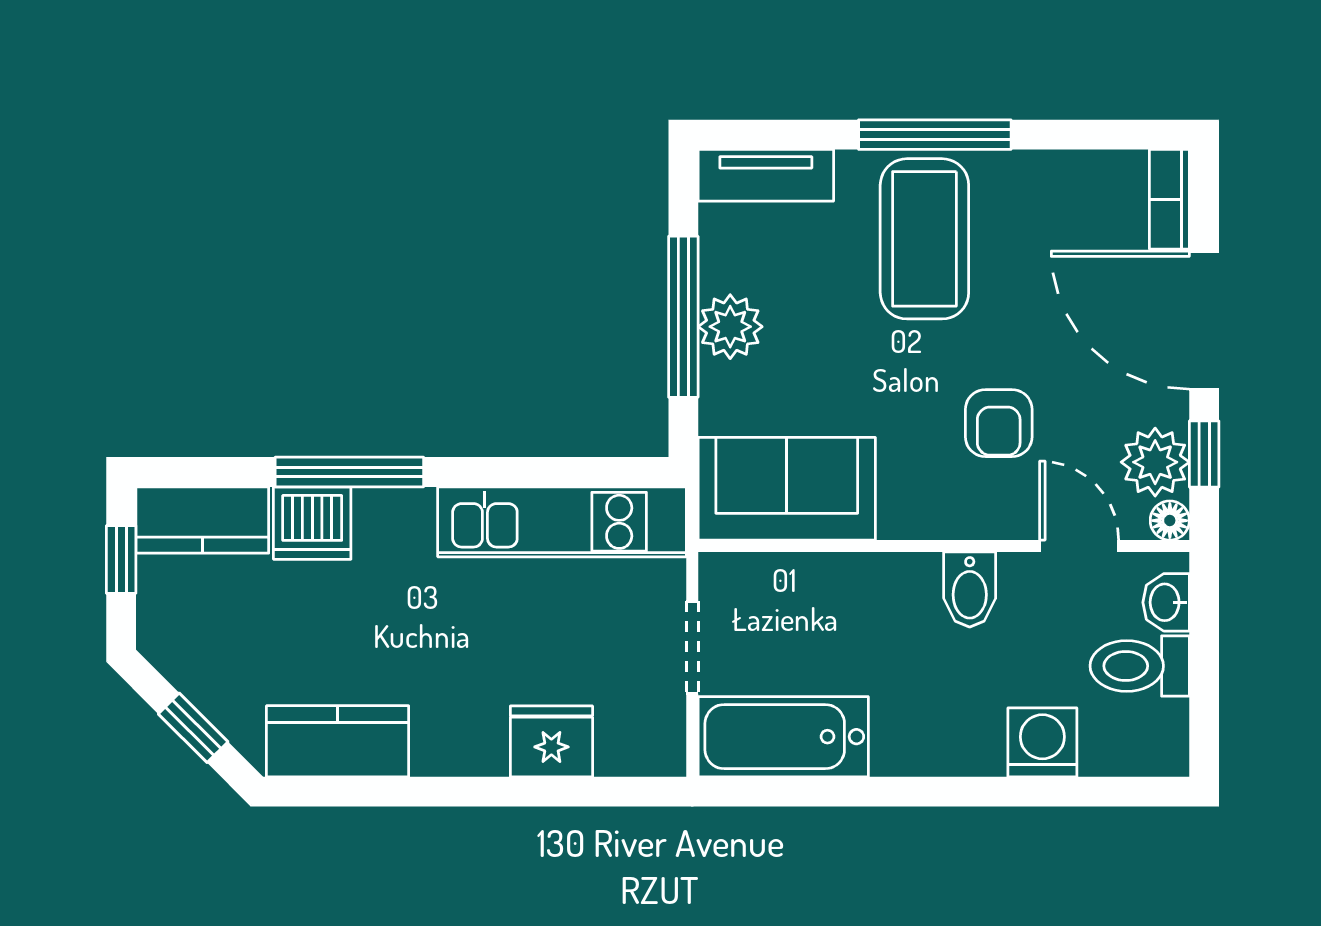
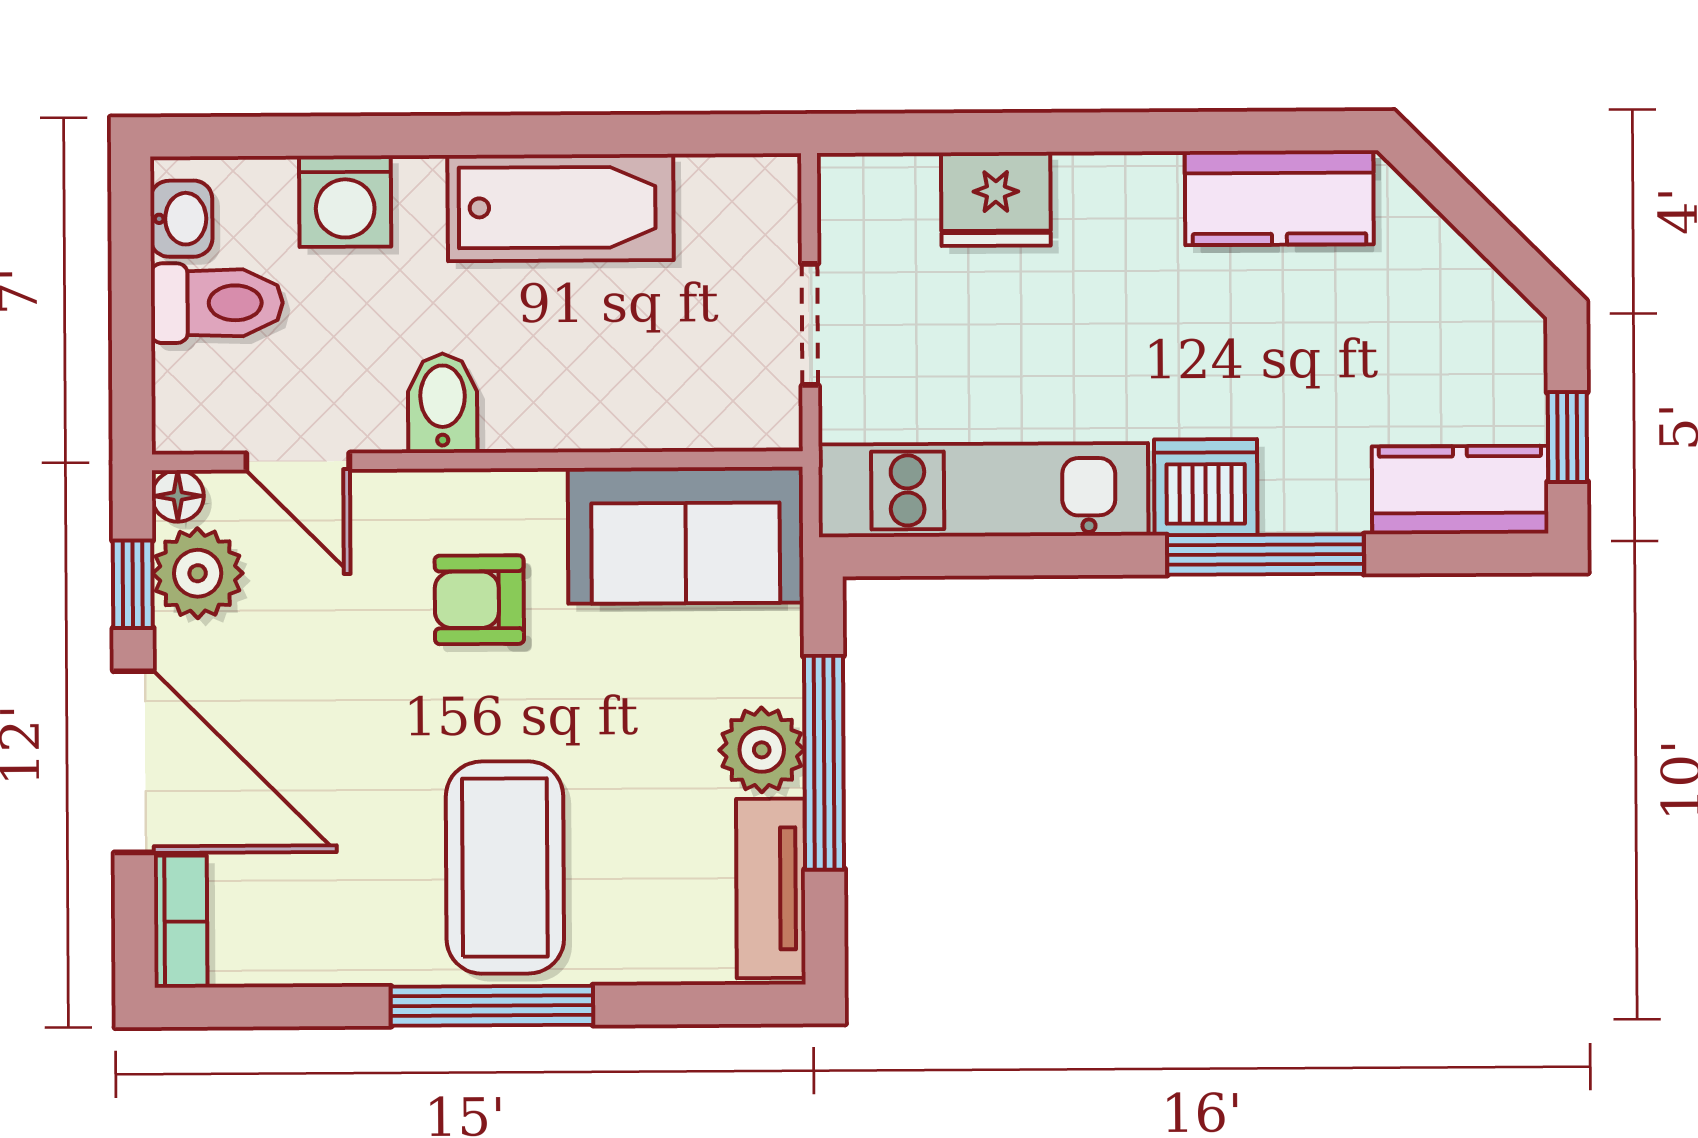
tv unit: (766, 175) -> (771, 888), moved, turned -90
armchair: (999, 423) -> (479, 600), moved, turned -90
dishwasher: (312, 523) -> (1206, 487), moved
washbasin: (1166, 602) -> (181, 219), moved
window: (193, 728) -> (1471, 214), removed
bathtub: (783, 737) -> (561, 208), moved

